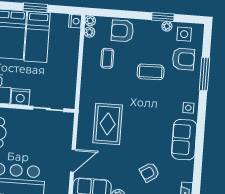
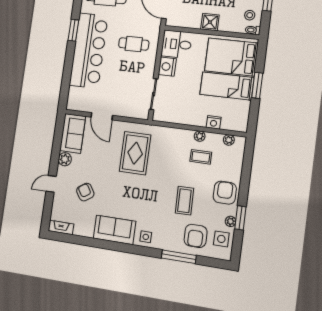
nightstand: (75, 21) -> (214, 122), moved
plant: (90, 21) -> (200, 136), moved
armchair: (122, 31) -> (225, 193), moved
rug: (108, 124) -> (135, 153), turned 90

